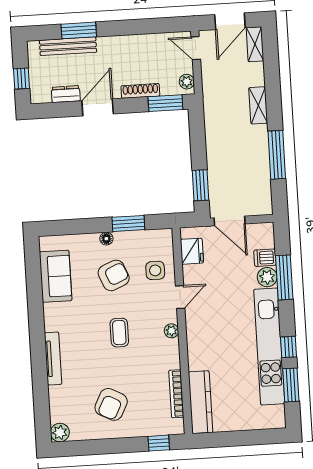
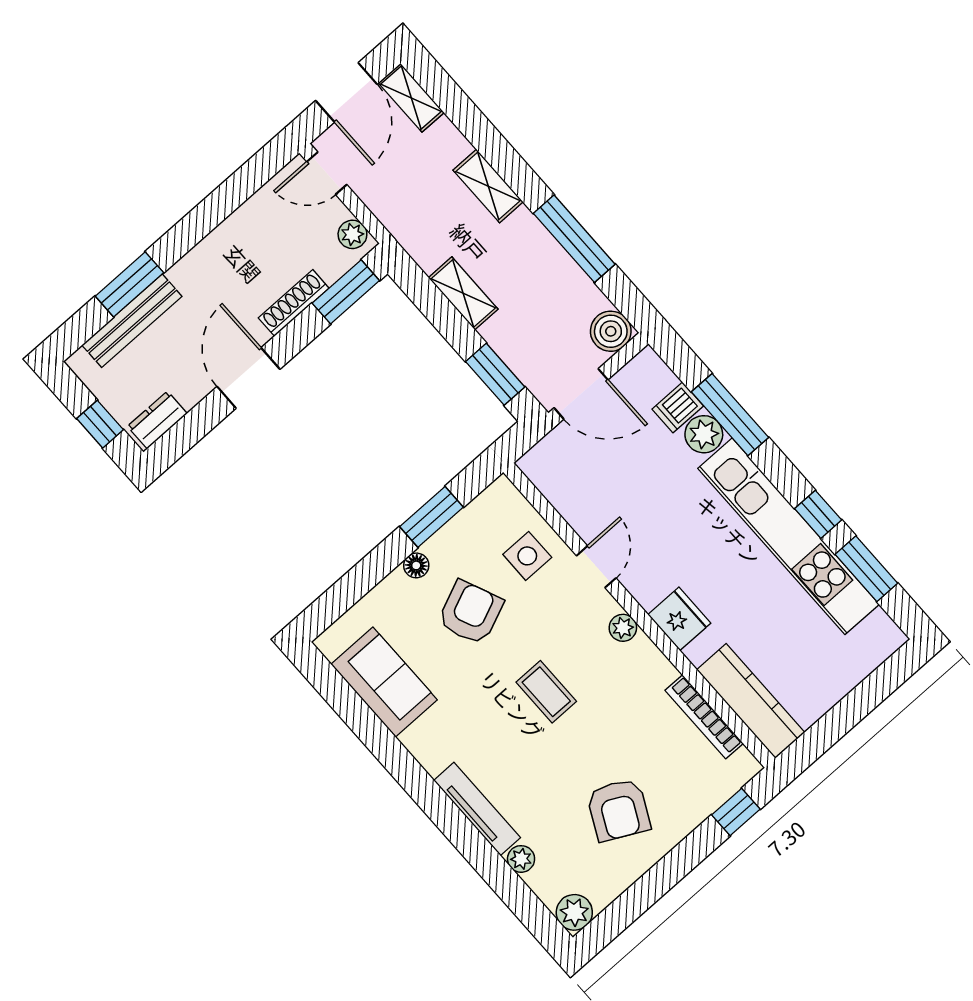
dresser: (66, 94) -> (157, 420), moved
shelving: (213, 142) -> (463, 293), added
boiler: (262, 205) -> (611, 331), added
fridge: (192, 251) -> (679, 619), moved
plant: (55, 393) -> (521, 859), added

